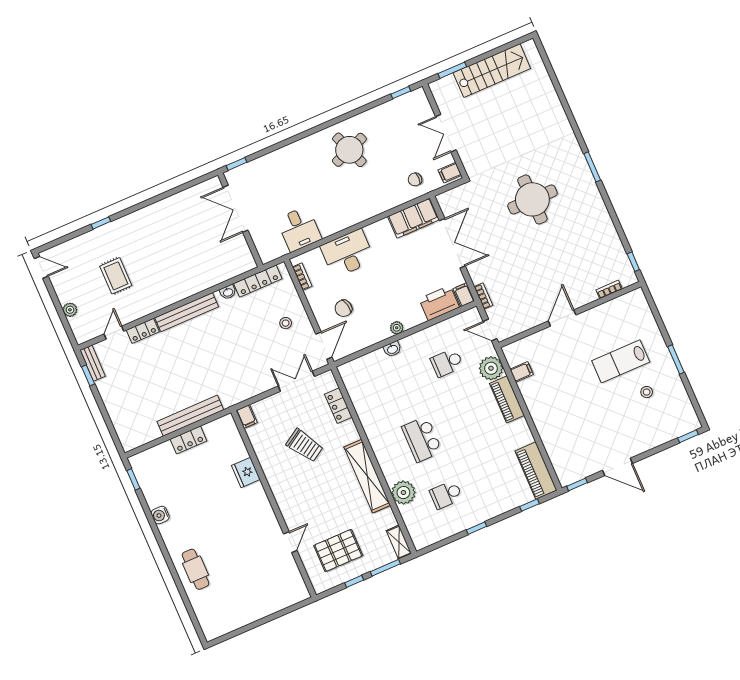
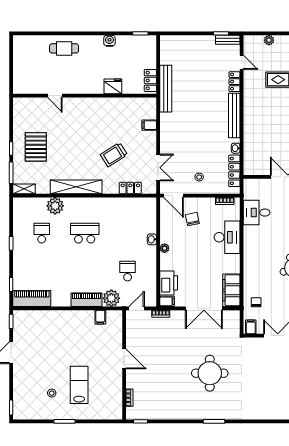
fridge: (246, 472) -> (113, 86), moved
wall: (274, 504) -> (85, 96), moved
door: (290, 542) -> (55, 96), moved

